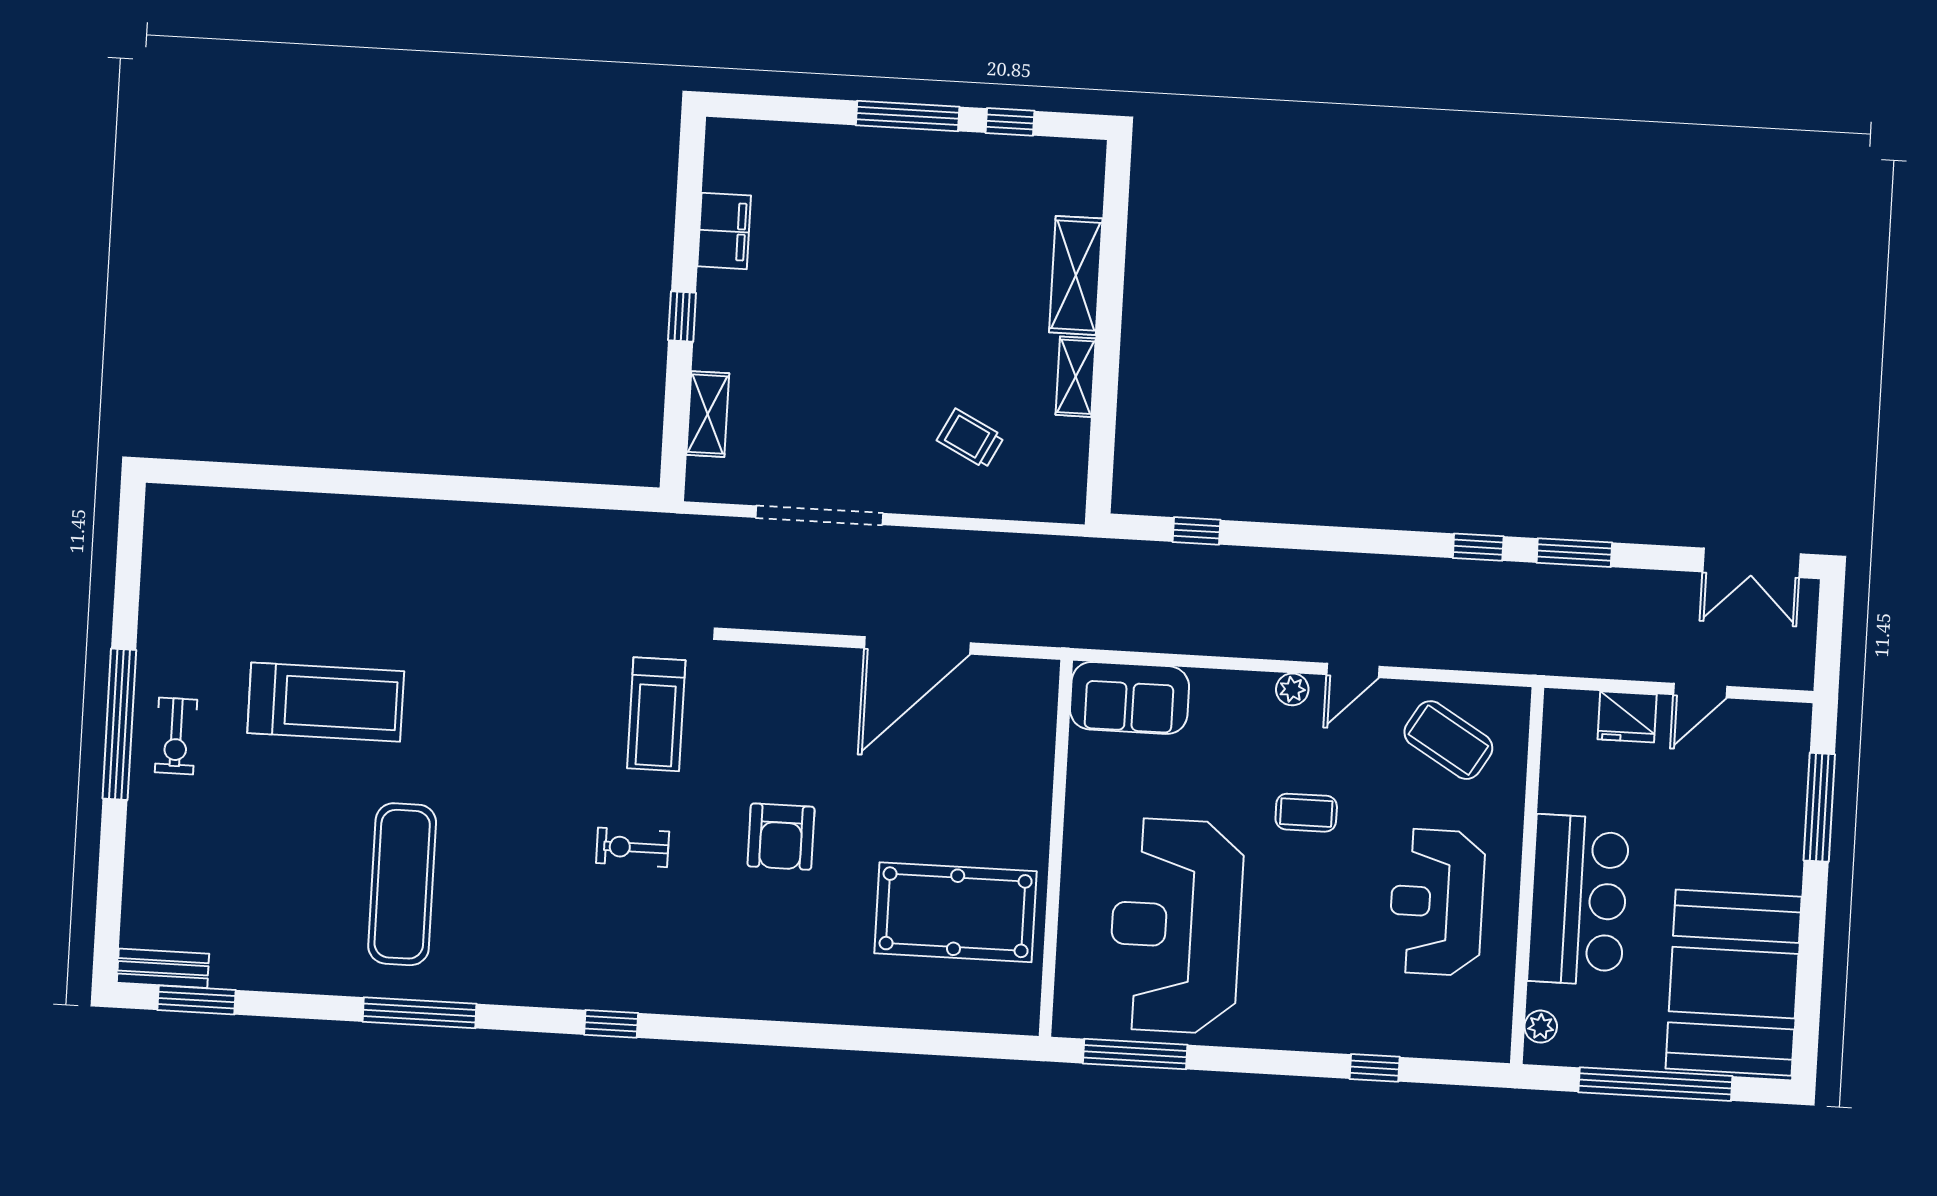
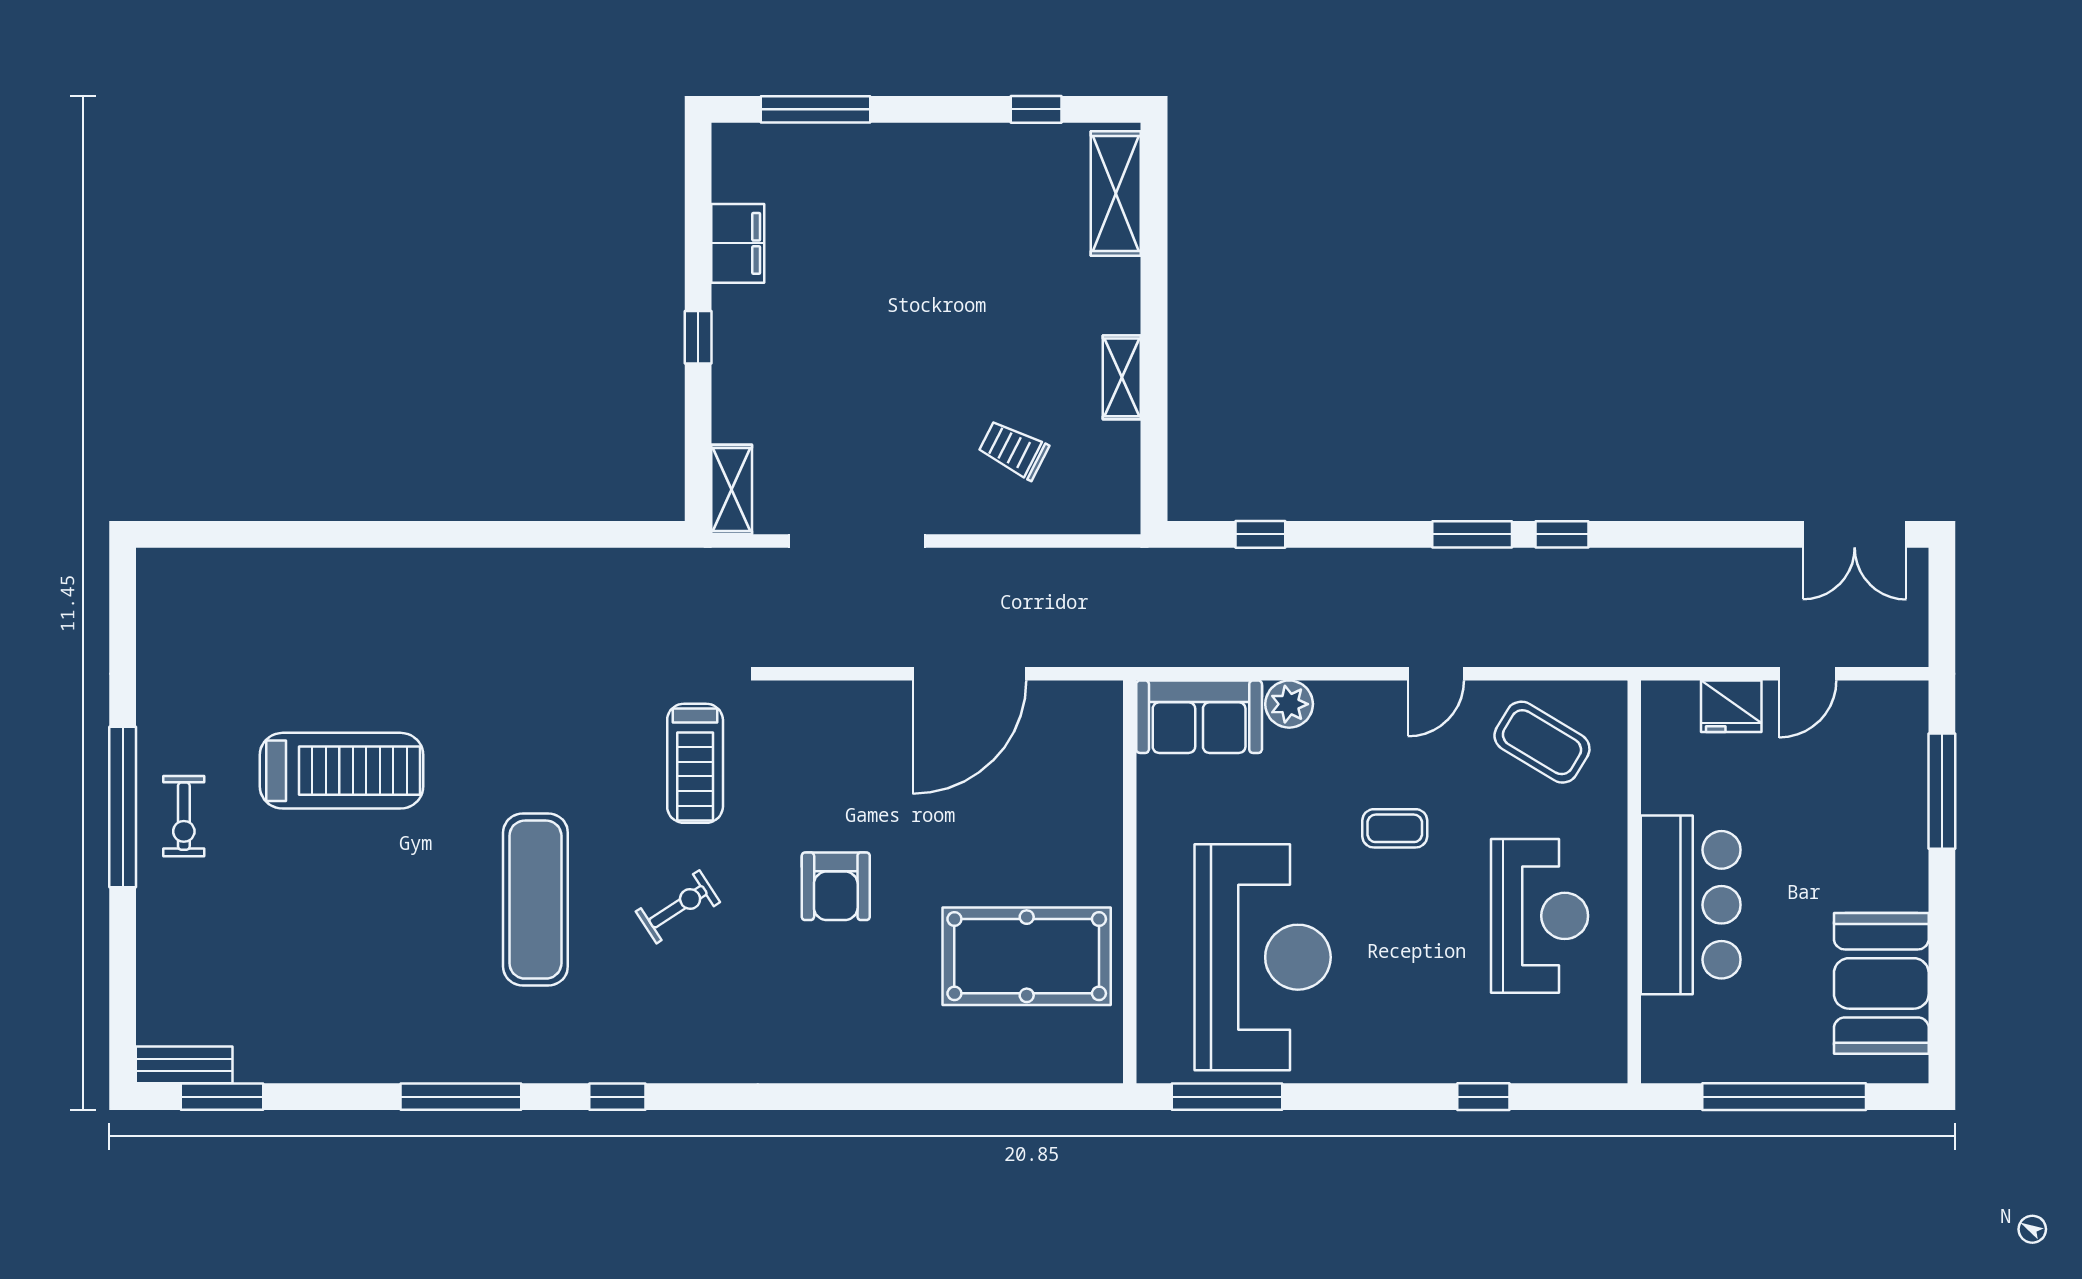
window: (908, 116) -> (816, 109), moved
shelving: (1076, 275) -> (1116, 193), moved
shelving: (708, 414) -> (732, 489), moved
window: (1574, 553) -> (1472, 534), moved
plant: (1292, 689) -> (1289, 704), moved, width x1.38, depth x1.38
exercise bike: (633, 847) -> (678, 907), turned 147
exercise mat: (402, 884) -> (535, 900), moved
reception desk: (1437, 902) -> (1540, 916), turned 180
reception desk: (1176, 926) -> (1263, 957), turned 180
booth: (1734, 983) -> (1881, 983), width x0.73, depth x0.70
window: (611, 1024) -> (617, 1097), moved
plant: (1541, 1027) -> (1658, 1042), removed

